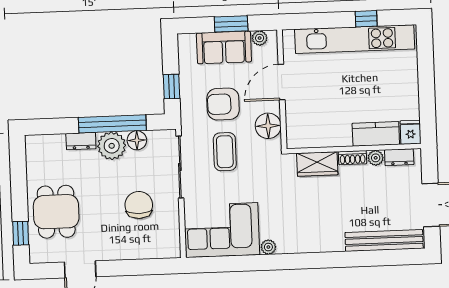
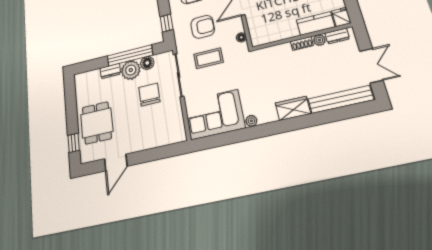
armchair: (223, 104) -> (203, 27), turned 180
floor lamp: (268, 126) -> (241, 37), width x0.53, depth x0.53
coffee table: (225, 152) -> (209, 58), turned 90
wardrobe: (317, 164) -> (293, 108), moved, turned 180
chair: (139, 205) -> (149, 95), moved

